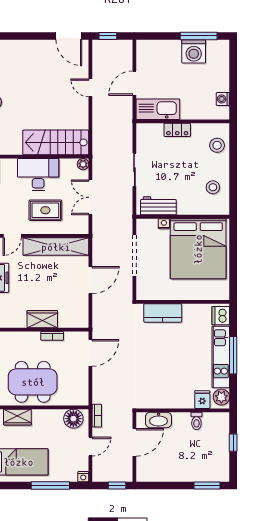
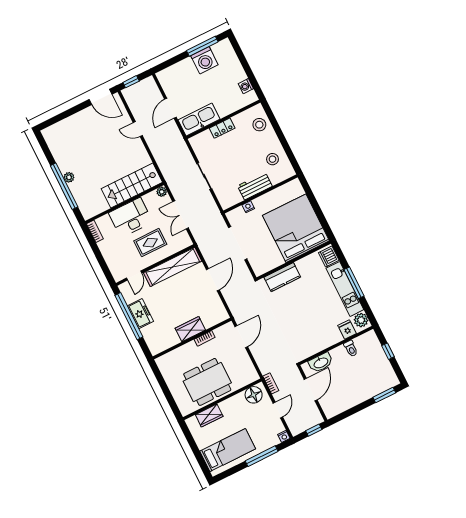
workbench: (158, 206) -> (255, 186), moved
bed: (198, 249) -> (296, 228), moved, turned 180

